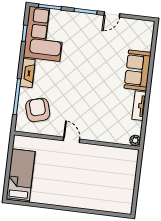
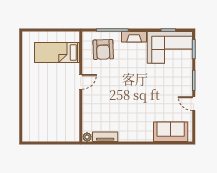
sofa: (138, 70) -> (171, 132), moved
tv unit: (139, 106) -> (105, 137), moved
armchair: (38, 110) -> (103, 49), turned 104
bed: (21, 175) -> (57, 52), moved, turned 180

